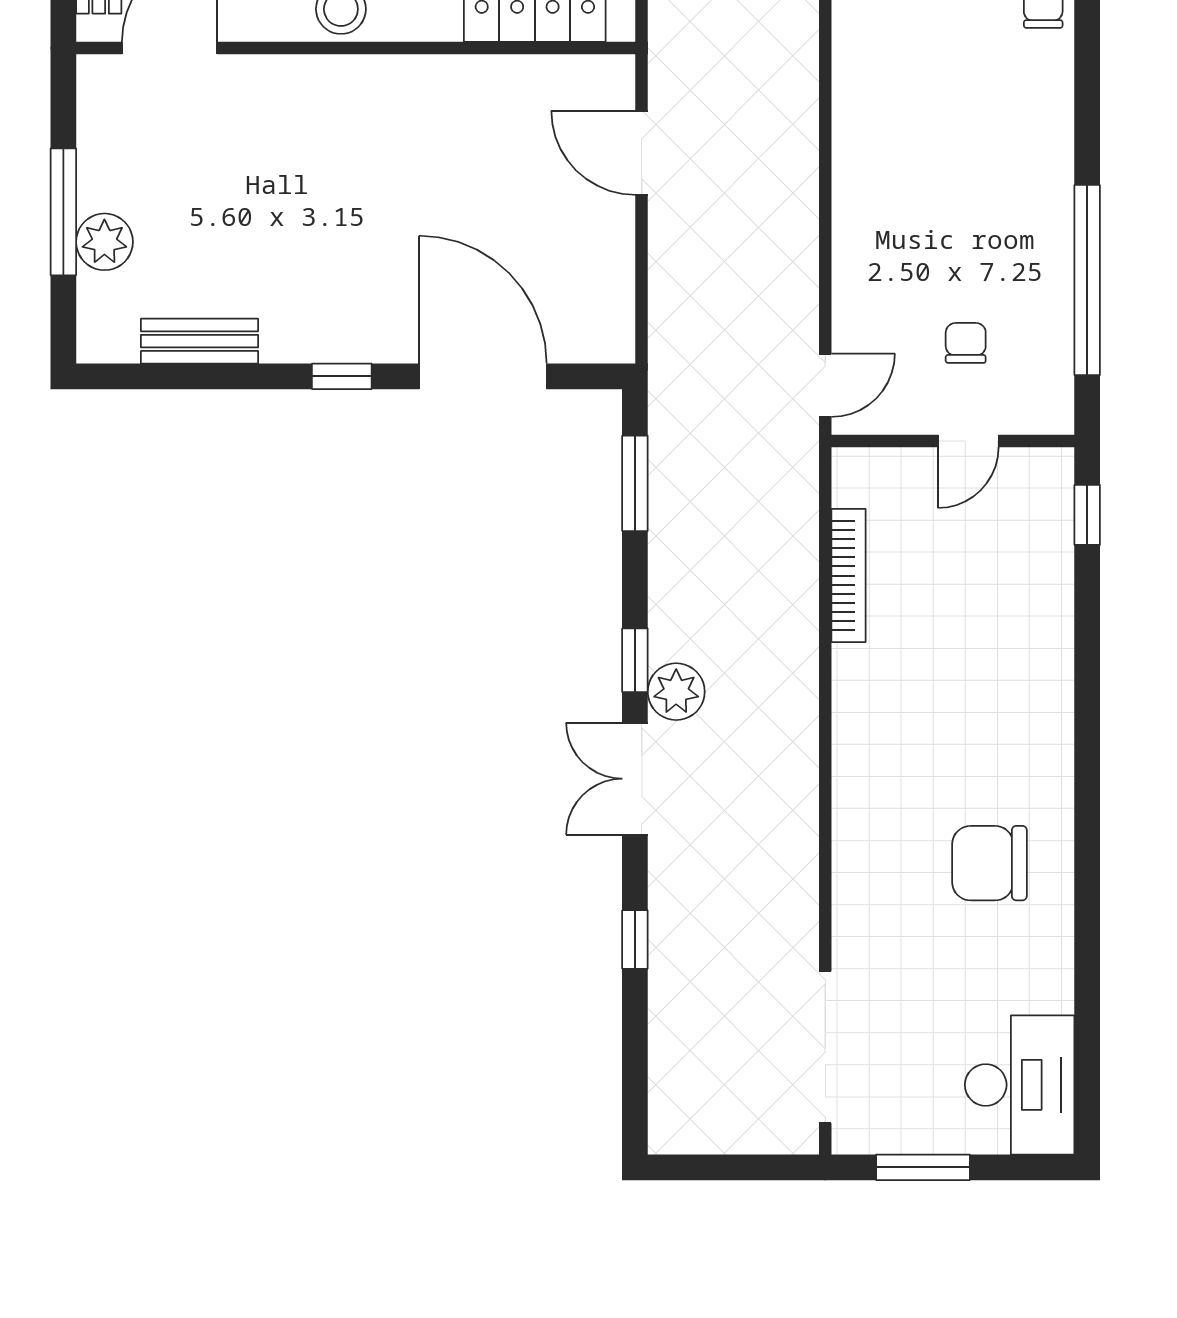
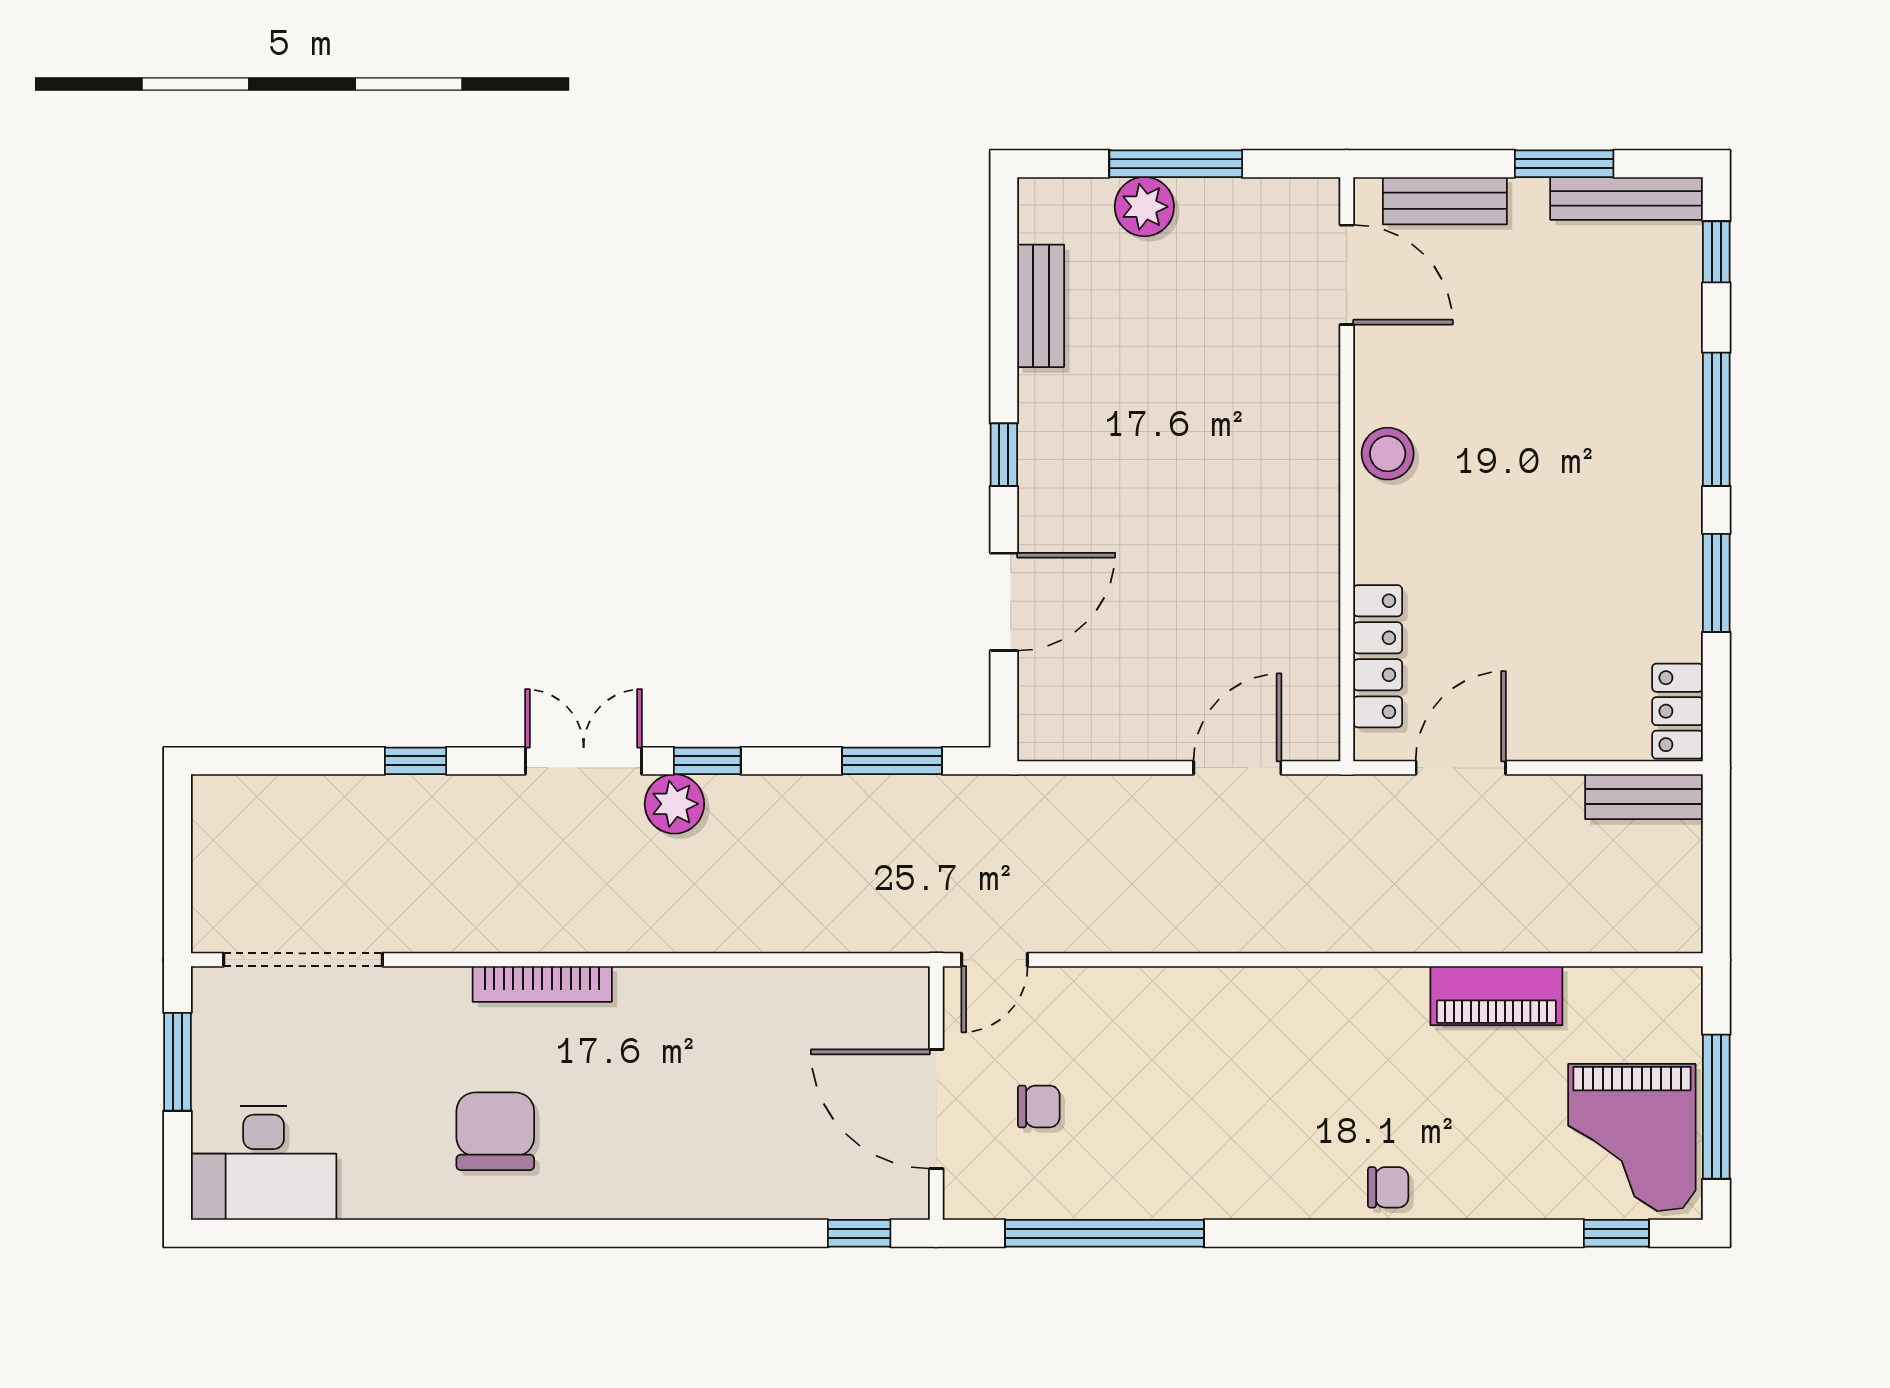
door: (483, 376) -> (1004, 602), width x0.73
door: (825, 385) -> (995, 960), hinge flipped
door: (968, 441) -> (936, 1109), width x1.88
bookcase: (849, 576) -> (542, 984), moved

